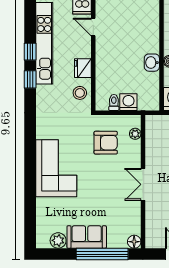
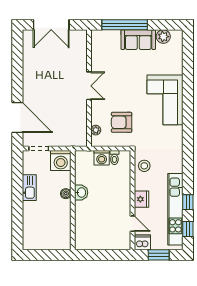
fridge: (83, 68) -> (141, 199), moved
window: (30, 79) -> (188, 229), moved
floor lamp: (134, 242) -> (97, 35), removed

